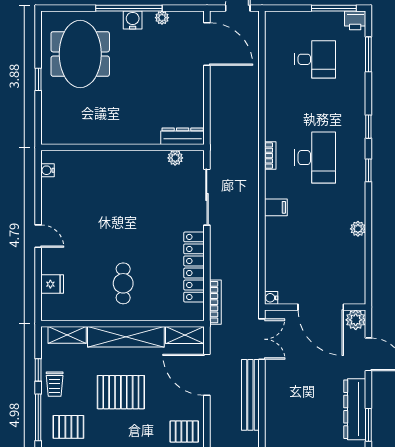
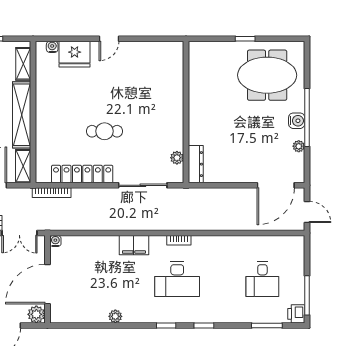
water cooler: (48, 170) -> (52, 47), moved
filing cabinet: (276, 207) -> (134, 245), width x2.00
cafe table: (123, 283) -> (105, 131), moved
fridge: (52, 284) -> (75, 54), width x1.88, depth x1.34

